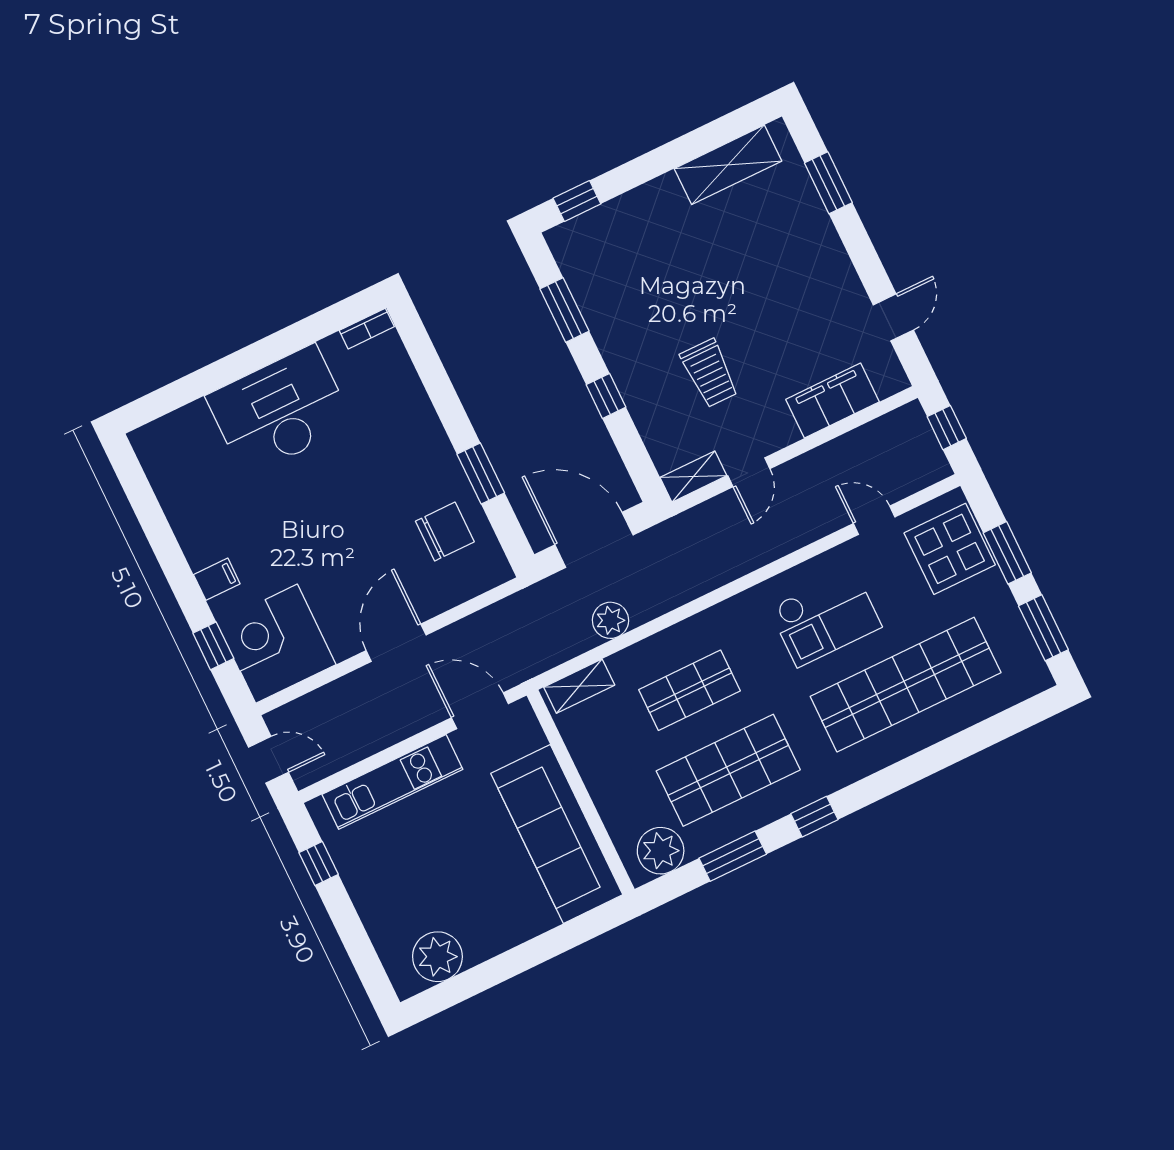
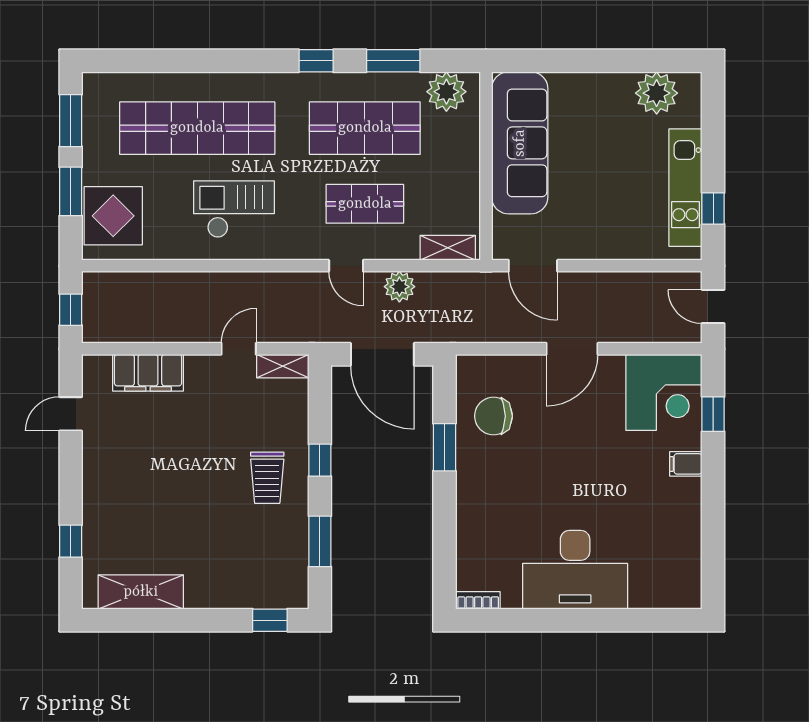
window: (828, 183) -> (71, 541), width x0.67
trolley: (709, 373) -> (267, 478), moved, turned 180
door: (874, 520) -> (346, 266), moved
kitchen unit: (392, 782) -> (685, 188), moved, turned -90

